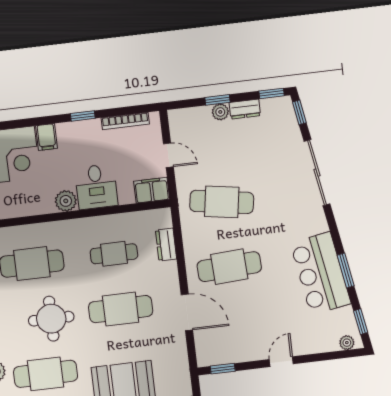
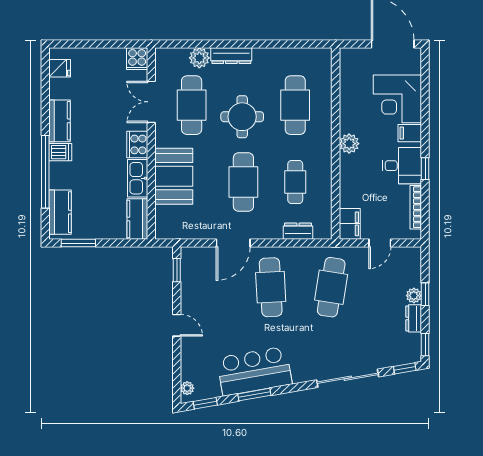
desk: (96, 187) -> (402, 166), moved, turned 180

